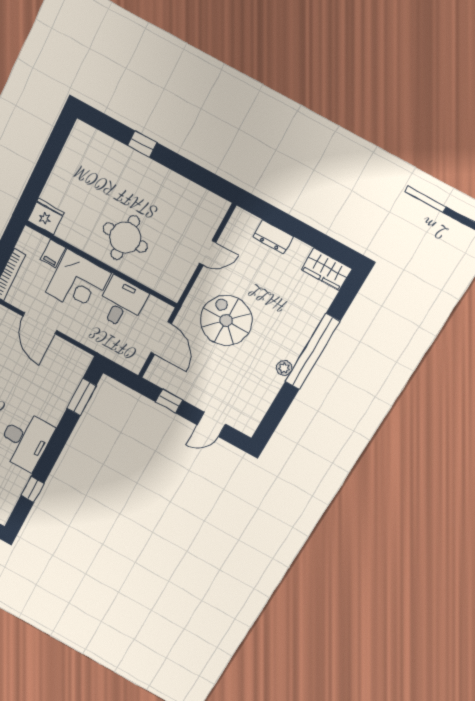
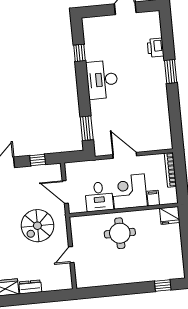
window: (142, 144) -> (163, 286), moved
dresser: (273, 237) -> (30, 287), moved
spiral stairs: (226, 320) -> (37, 226), turned 90
door: (40, 323) -> (125, 155), moved

